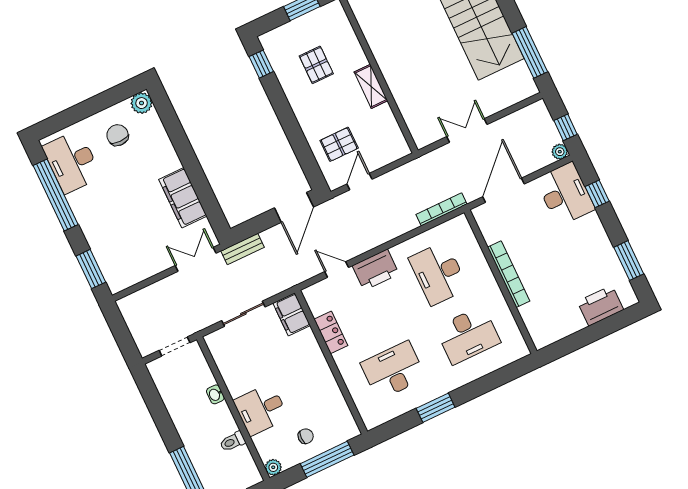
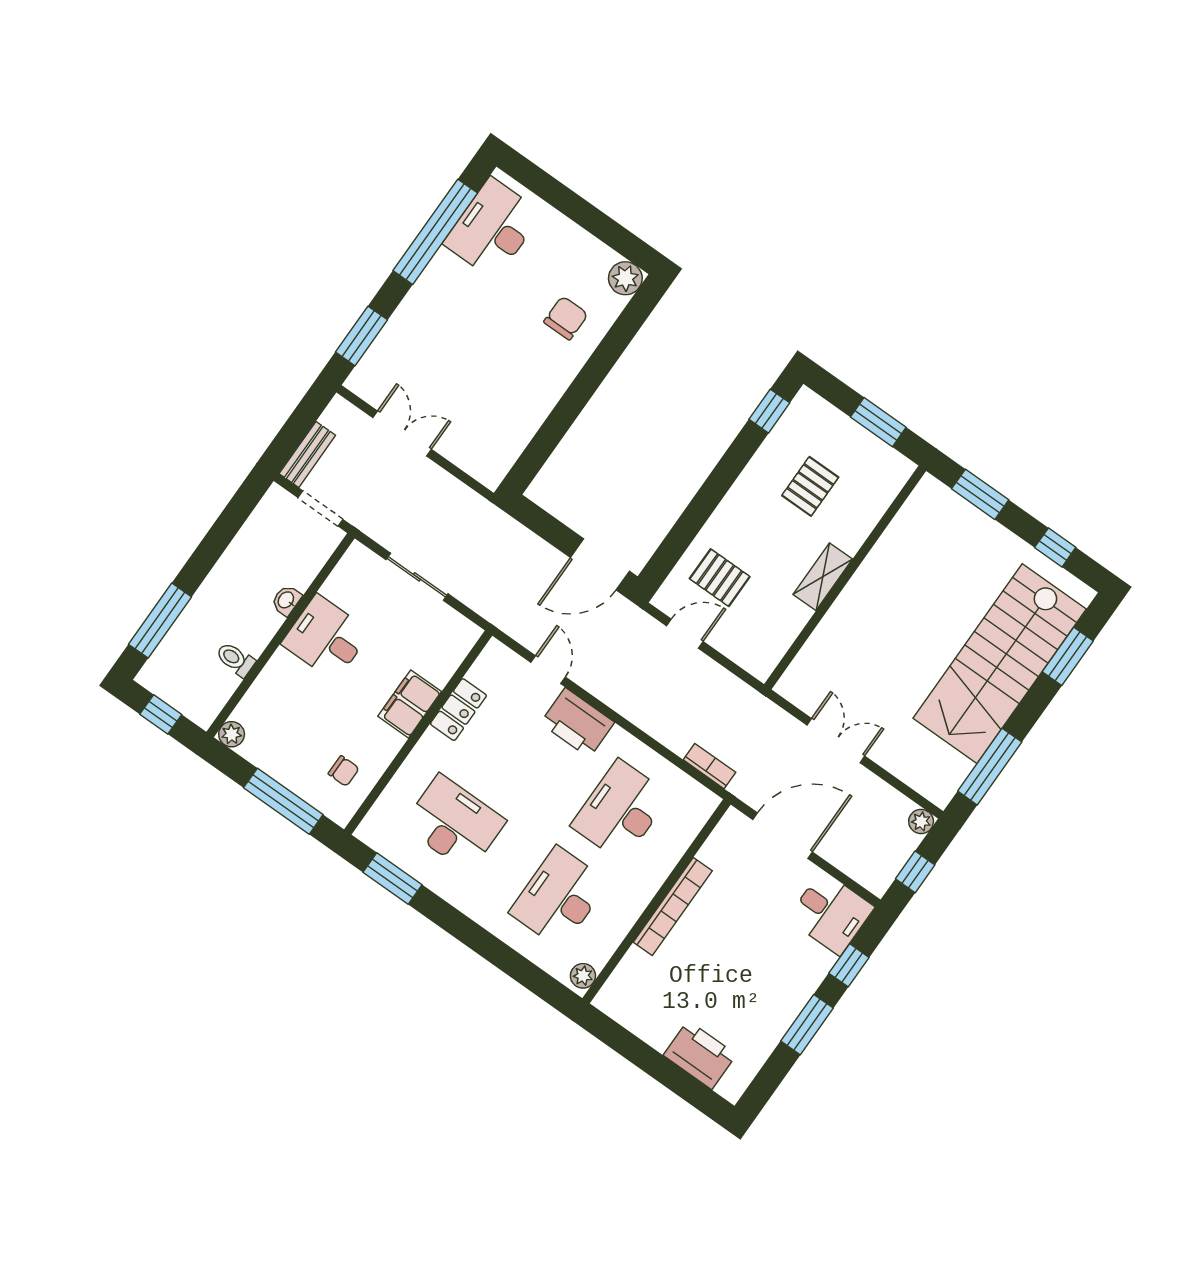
chair: (118, 135) -> (566, 318), moved
plant: (560, 152) -> (921, 821), moved
desk: (565, 194) -> (831, 913), width x0.73
filing cabinet: (183, 198) -> (528, 406), removed
bookcase: (441, 209) -> (709, 766), width x0.64
bench: (243, 249) -> (307, 454), moved, turned 90
double door: (196, 259) -> (402, 433), moved
window: (629, 261) -> (807, 1025), moved
filing cabinet: (292, 314) -> (410, 704), moved
desk: (468, 335) -> (559, 897), turned 90
plant: (519, 346) -> (583, 976), added
window: (436, 408) -> (393, 879), moved
desk: (261, 409) -> (326, 638), moved
chair: (306, 436) -> (344, 771), moved

